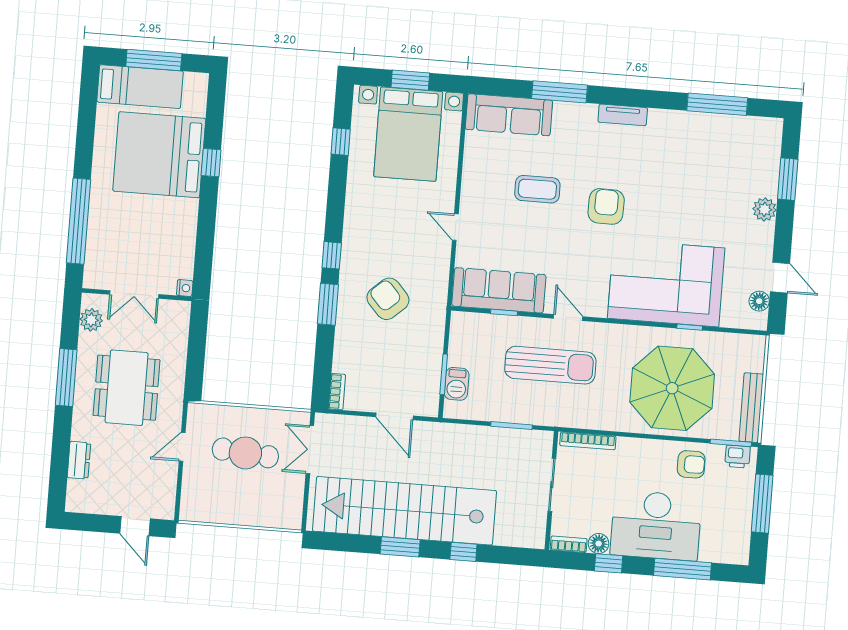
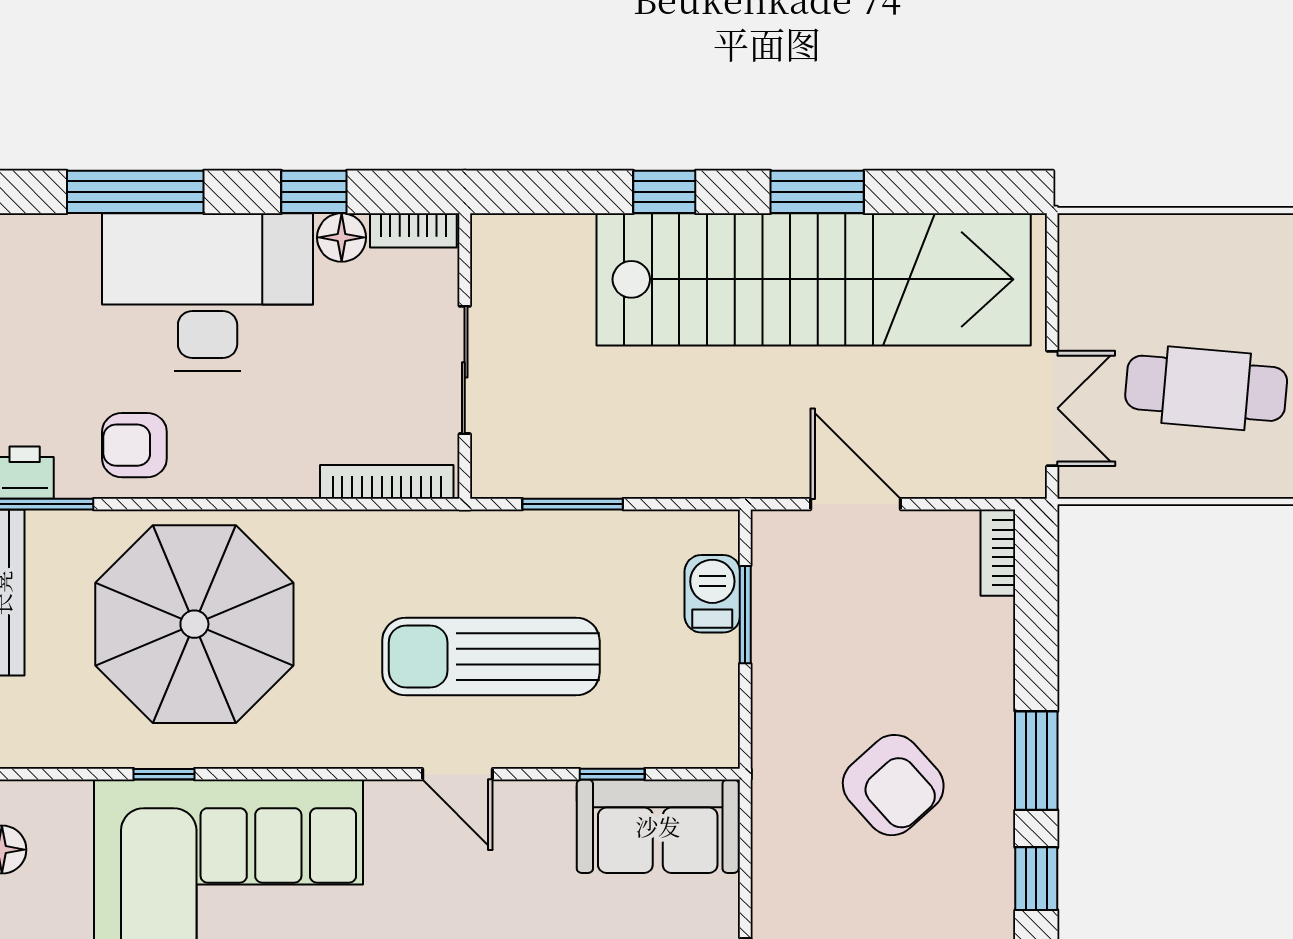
sofa: (499, 290) -> (658, 826), width x0.73

